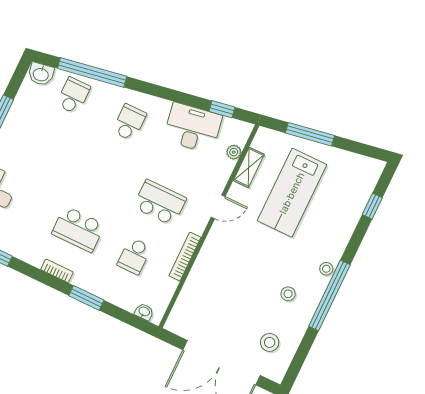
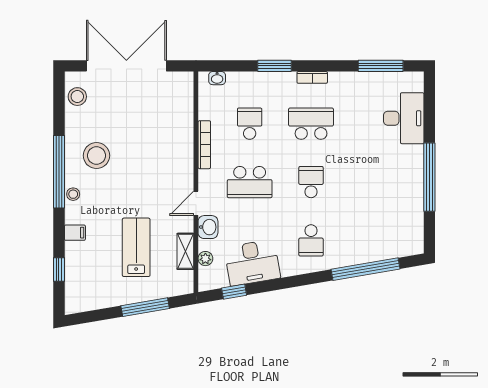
washbasin: (41, 74) -> (208, 227), moved, turned 100
school desk: (73, 96) -> (311, 182), moved, turned 180
lab bench: (292, 193) -> (136, 247), width x0.73, depth x0.72
filing cabinet: (342, 233) -> (75, 233), added
stool: (288, 294) -> (96, 156), width x1.89, depth x1.89
stool: (270, 342) -> (77, 97), moved

